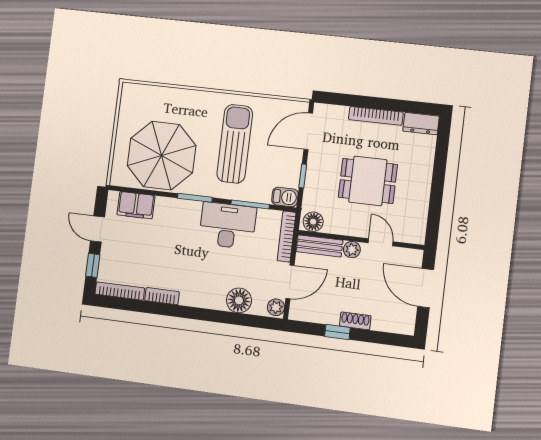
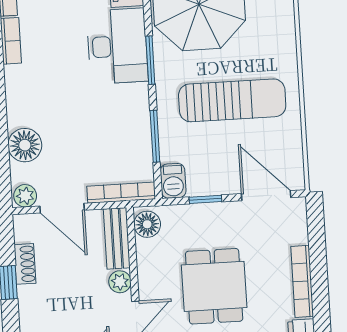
desk: (228, 226) -> (117, 46), moved
shoe rack: (355, 321) -> (25, 264), moved

